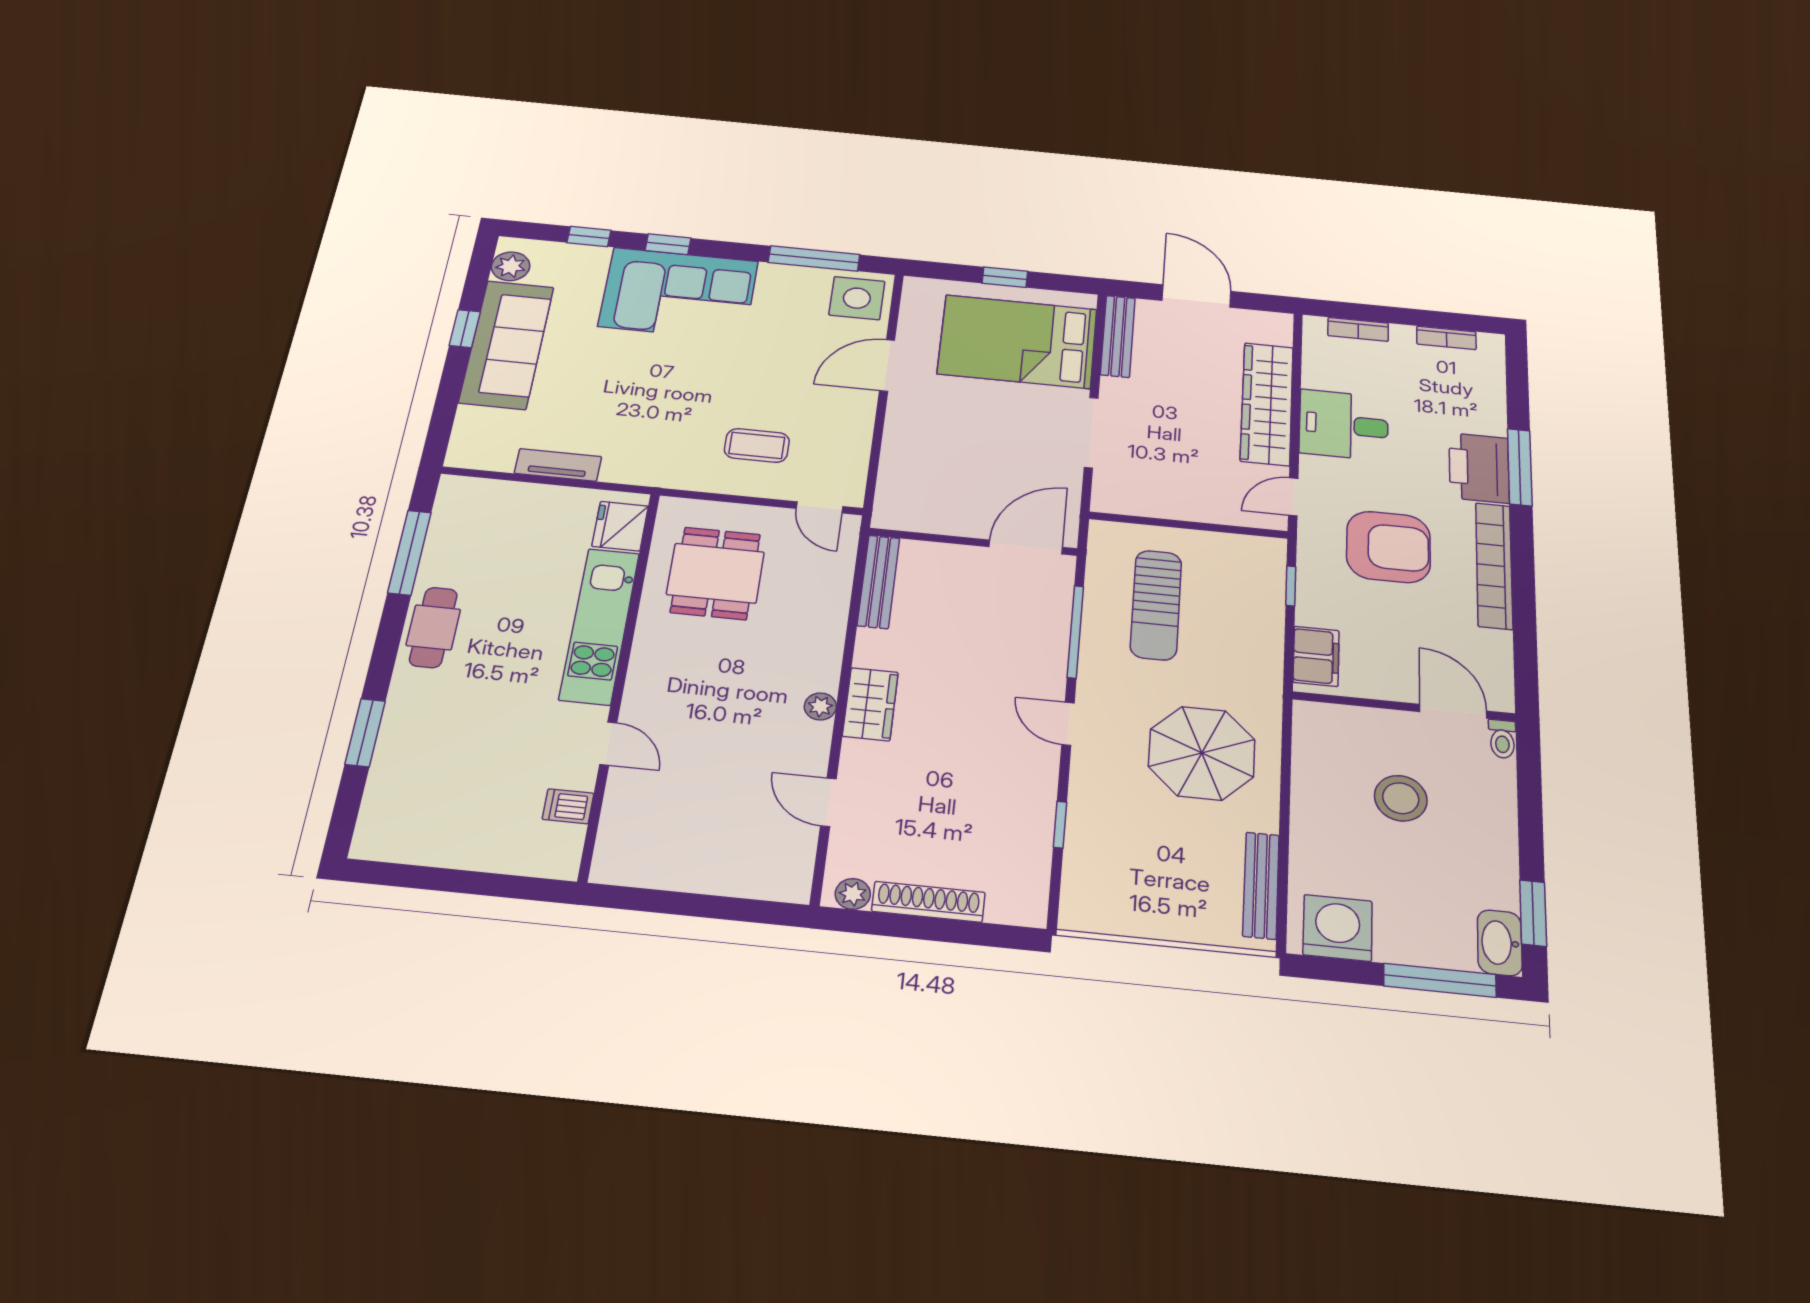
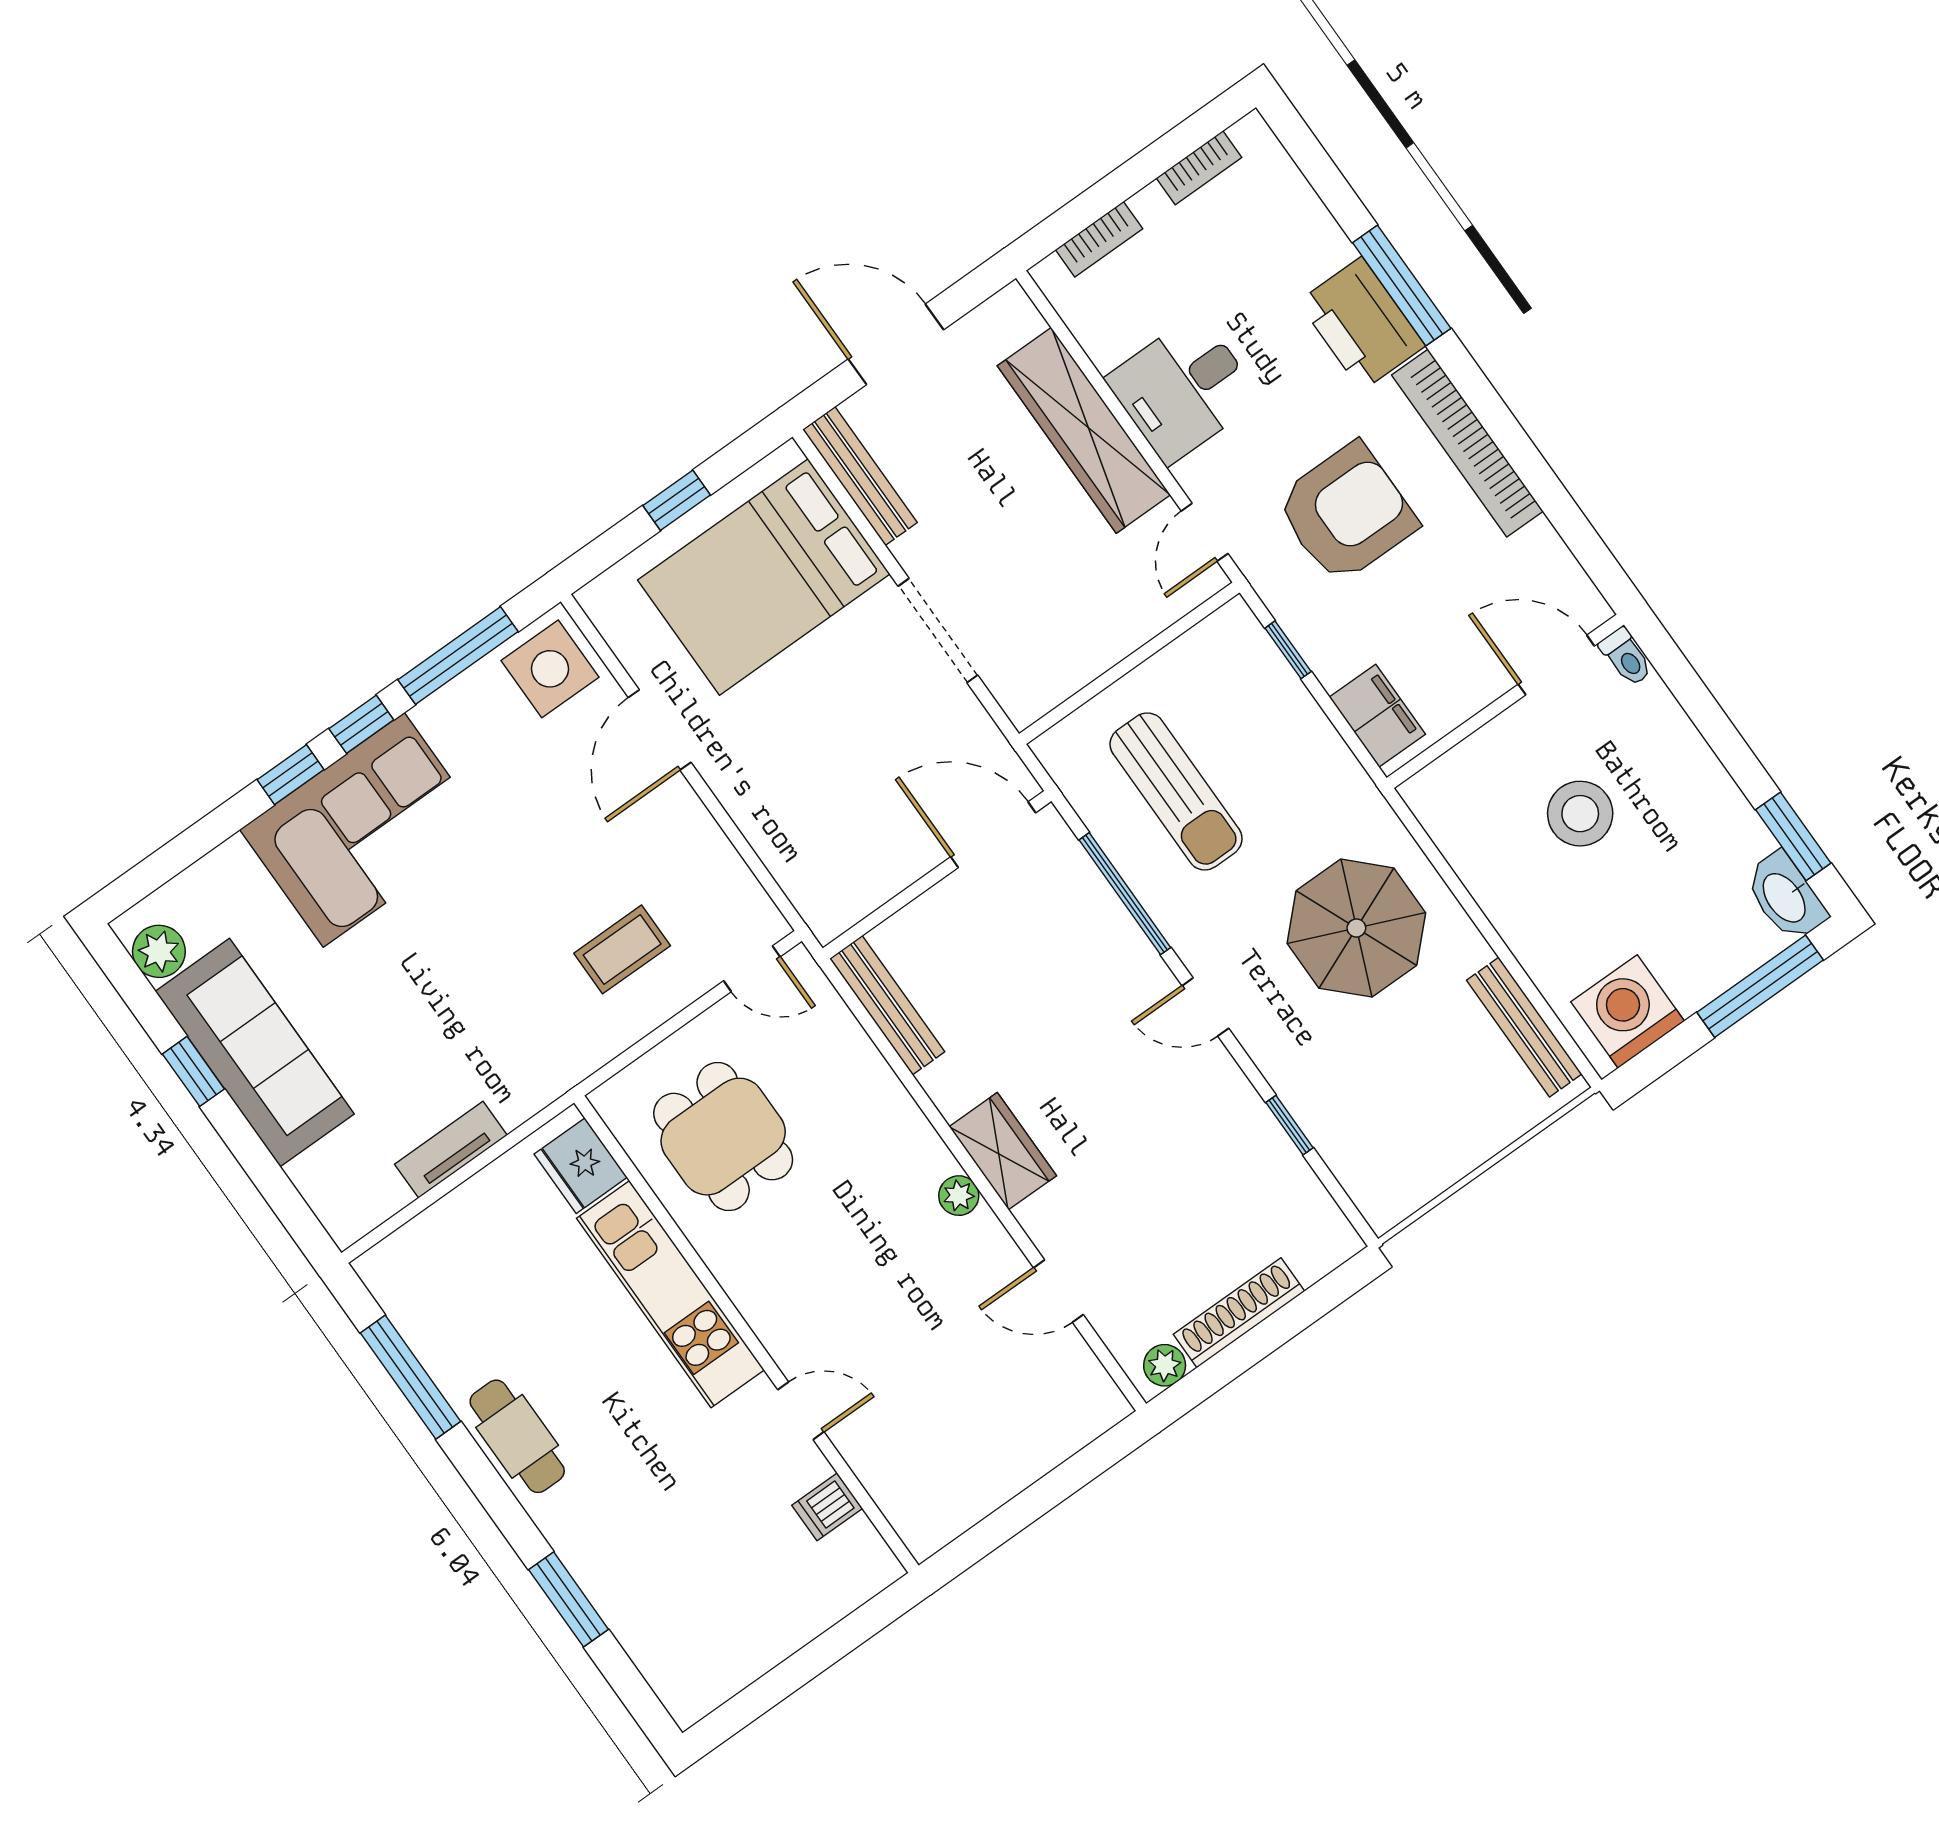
window: (589, 236) -> (361, 724), moved
door: (1026, 547) -> (993, 835), hinge flipped

